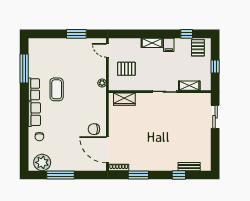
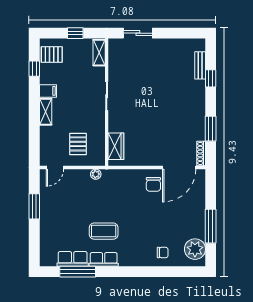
shelving: (189, 86) -> (99, 53), moved
row of seats: (34, 114) -> (73, 259), moved

